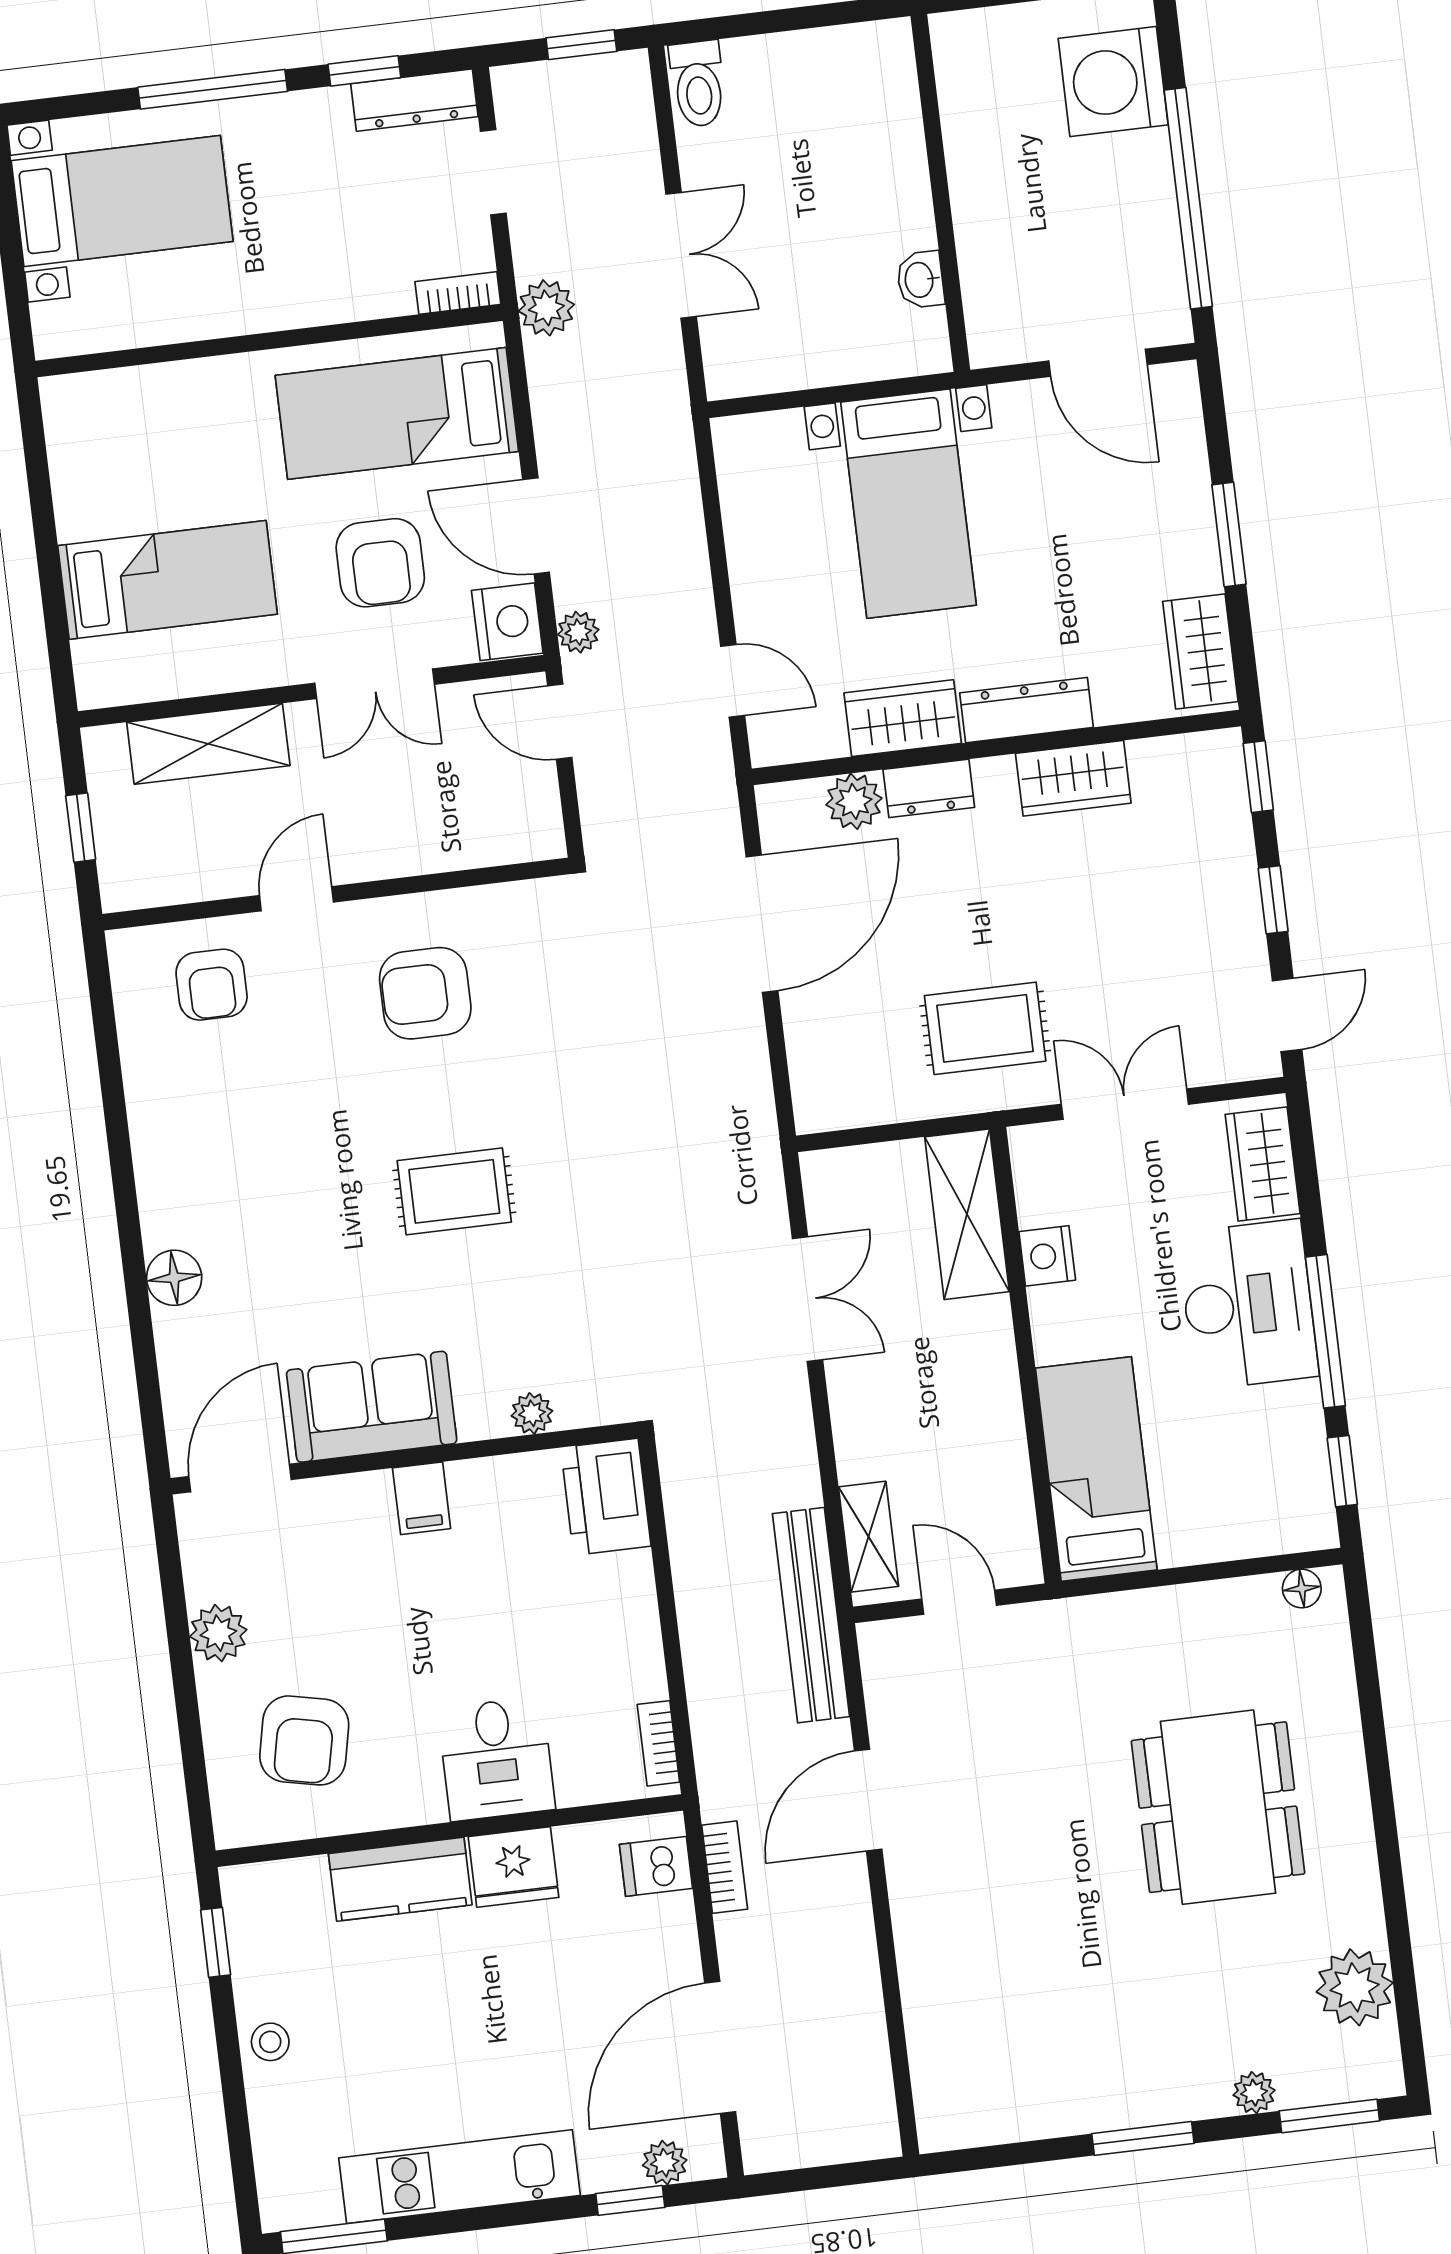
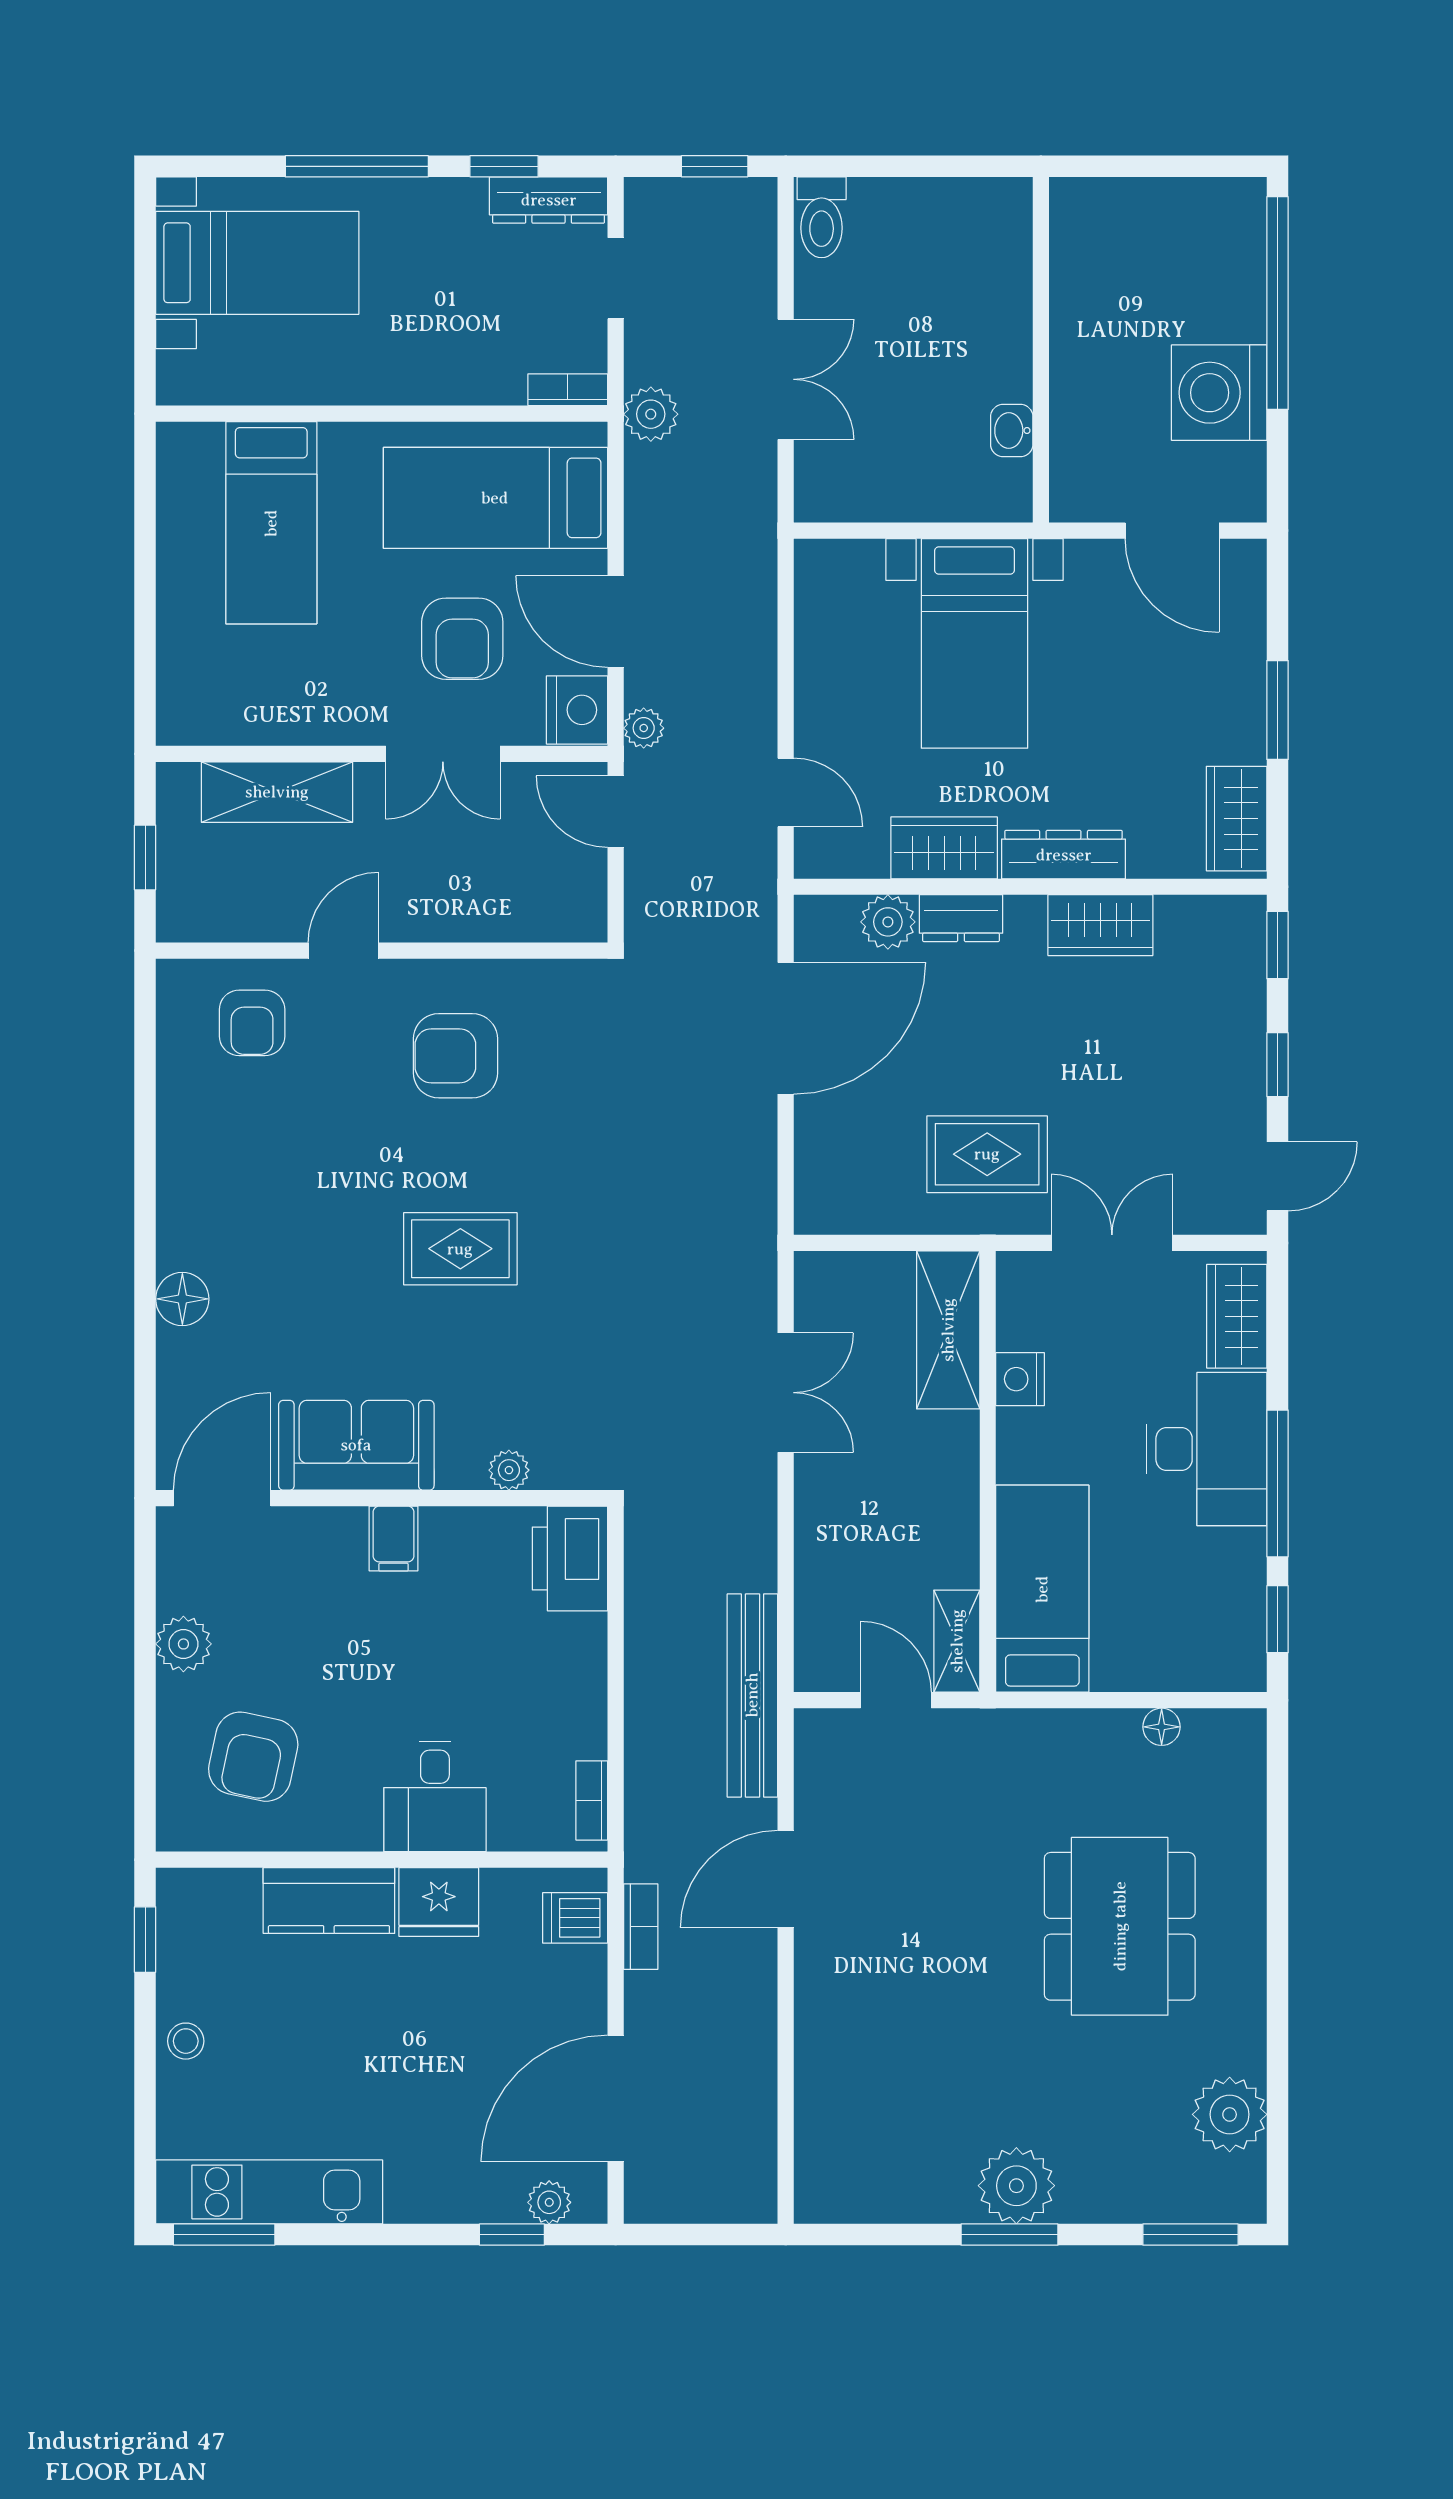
washing machine: (1113, 82) -> (1219, 393), moved
window: (1188, 198) -> (1277, 303), moved
bed: (168, 580) -> (271, 523), moved, turned 90
shelving: (869, 1537) -> (957, 1641), moved
floor lamp: (1302, 1589) -> (1162, 1727), moved
plant: (1254, 2093) -> (1016, 2186), moved, width x1.87, depth x1.87
kitchen unit: (460, 2177) -> (269, 2192), moved

